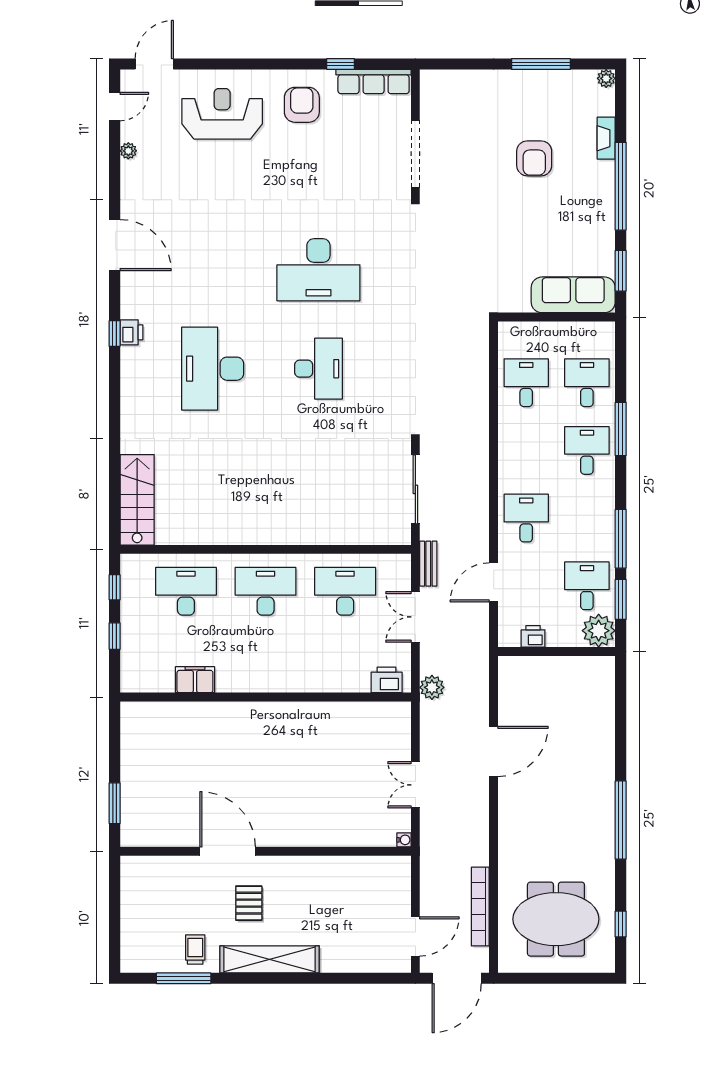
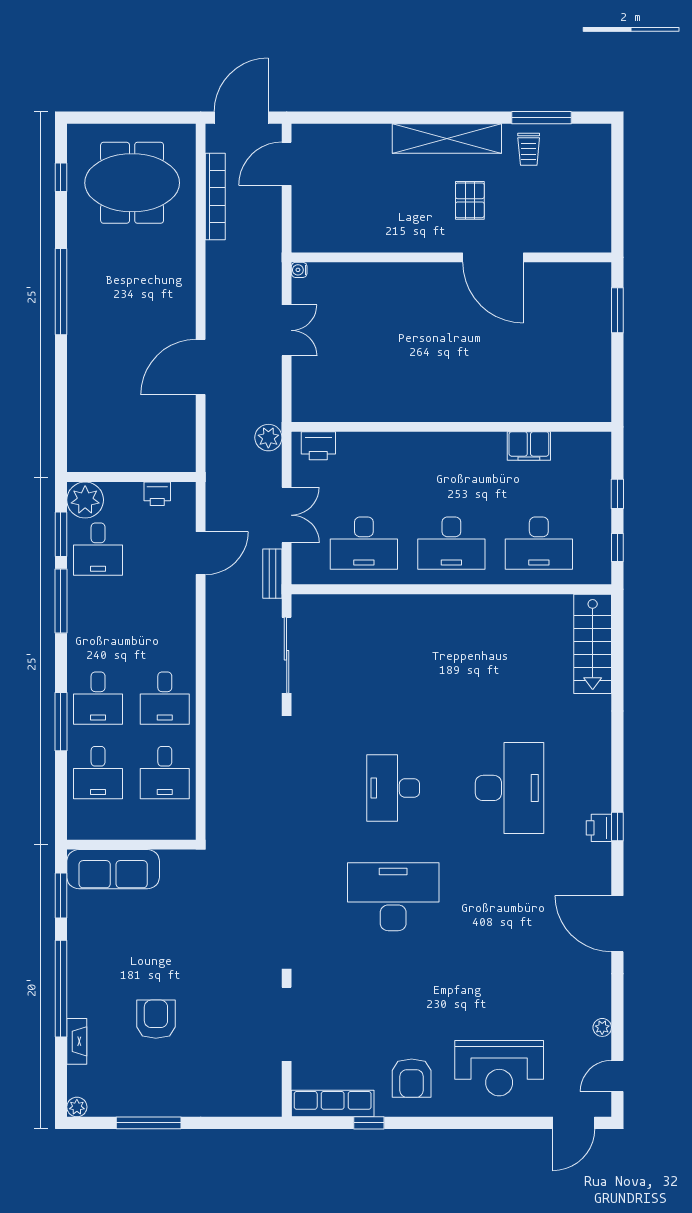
desk: (526, 518) -> (165, 698), moved

